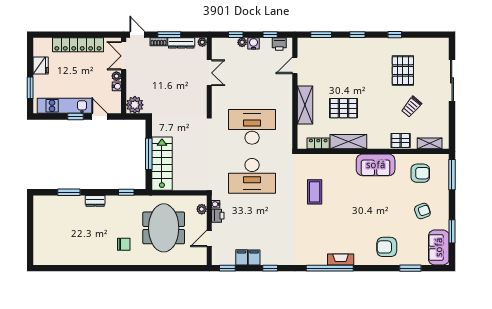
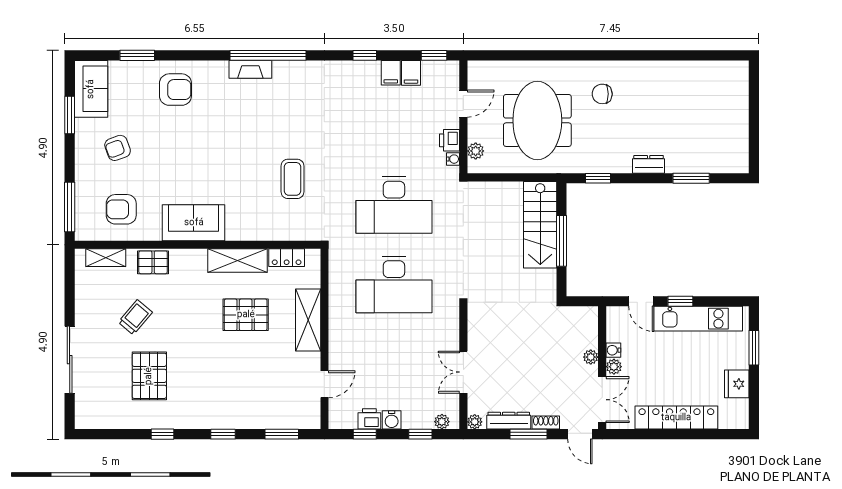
plant: (242, 42) -> (442, 422), moved
printer: (279, 44) -> (369, 419), moved
plant: (135, 105) -> (591, 357), moved, width x0.53, depth x0.53
desk: (252, 176) -> (394, 205), turned 180

